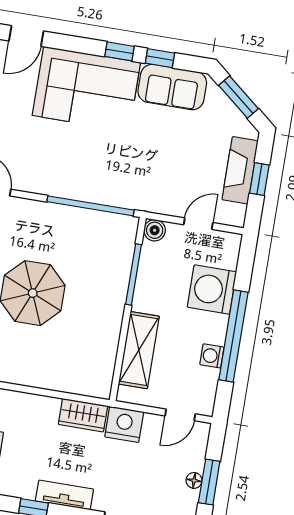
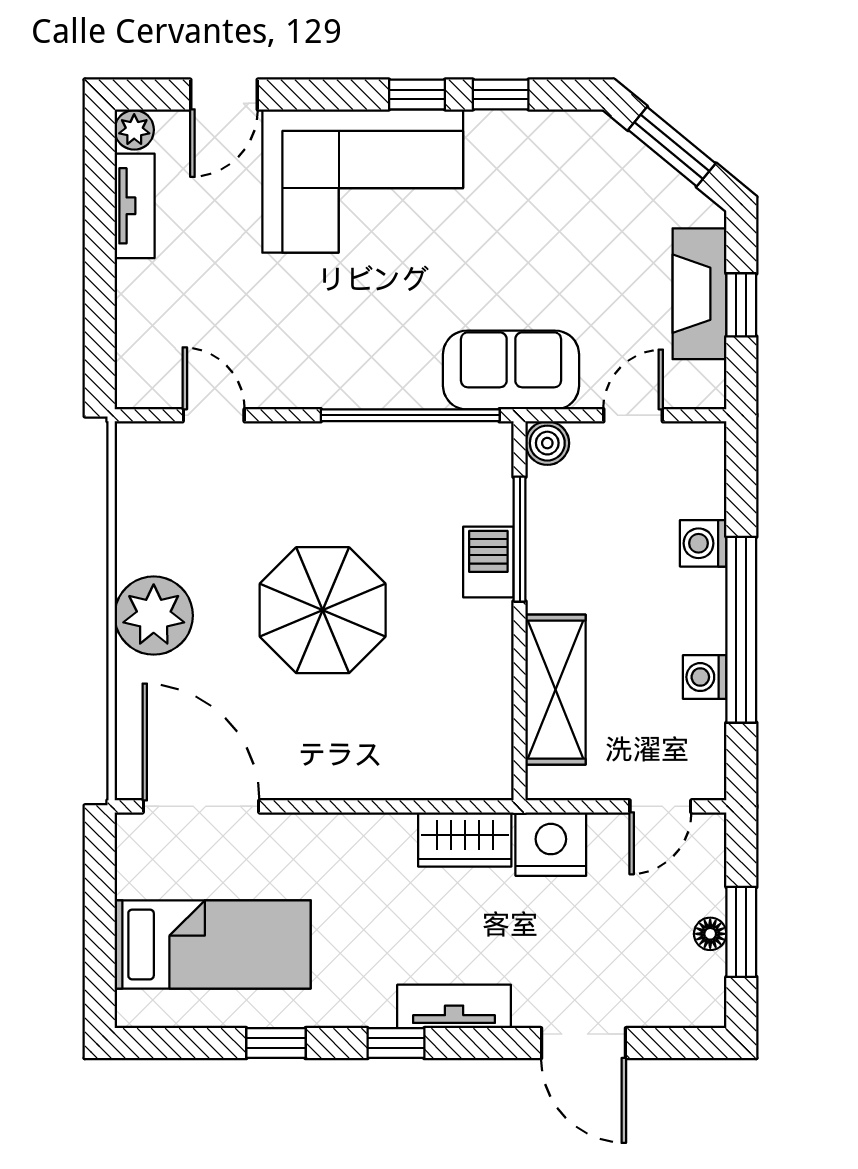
sofa: (172, 87) -> (511, 370), moved, turned 180
barbecue: (117, 283) -> (488, 562), added
washing machine: (212, 289) -> (703, 543), width x0.53, depth x0.53

